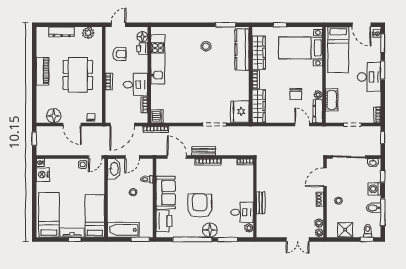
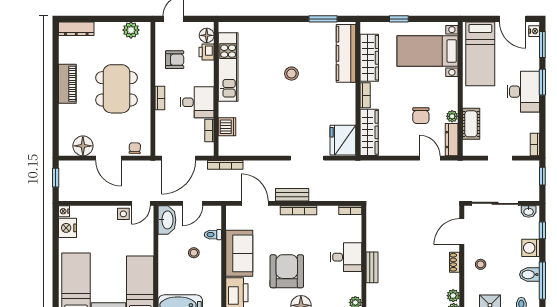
dresser: (62, 32) -> (76, 29), moved
stool: (206, 46) -> (291, 74), moved
dishwasher: (157, 116) -> (227, 127), moved
desk: (242, 212) -> (346, 257), moved

